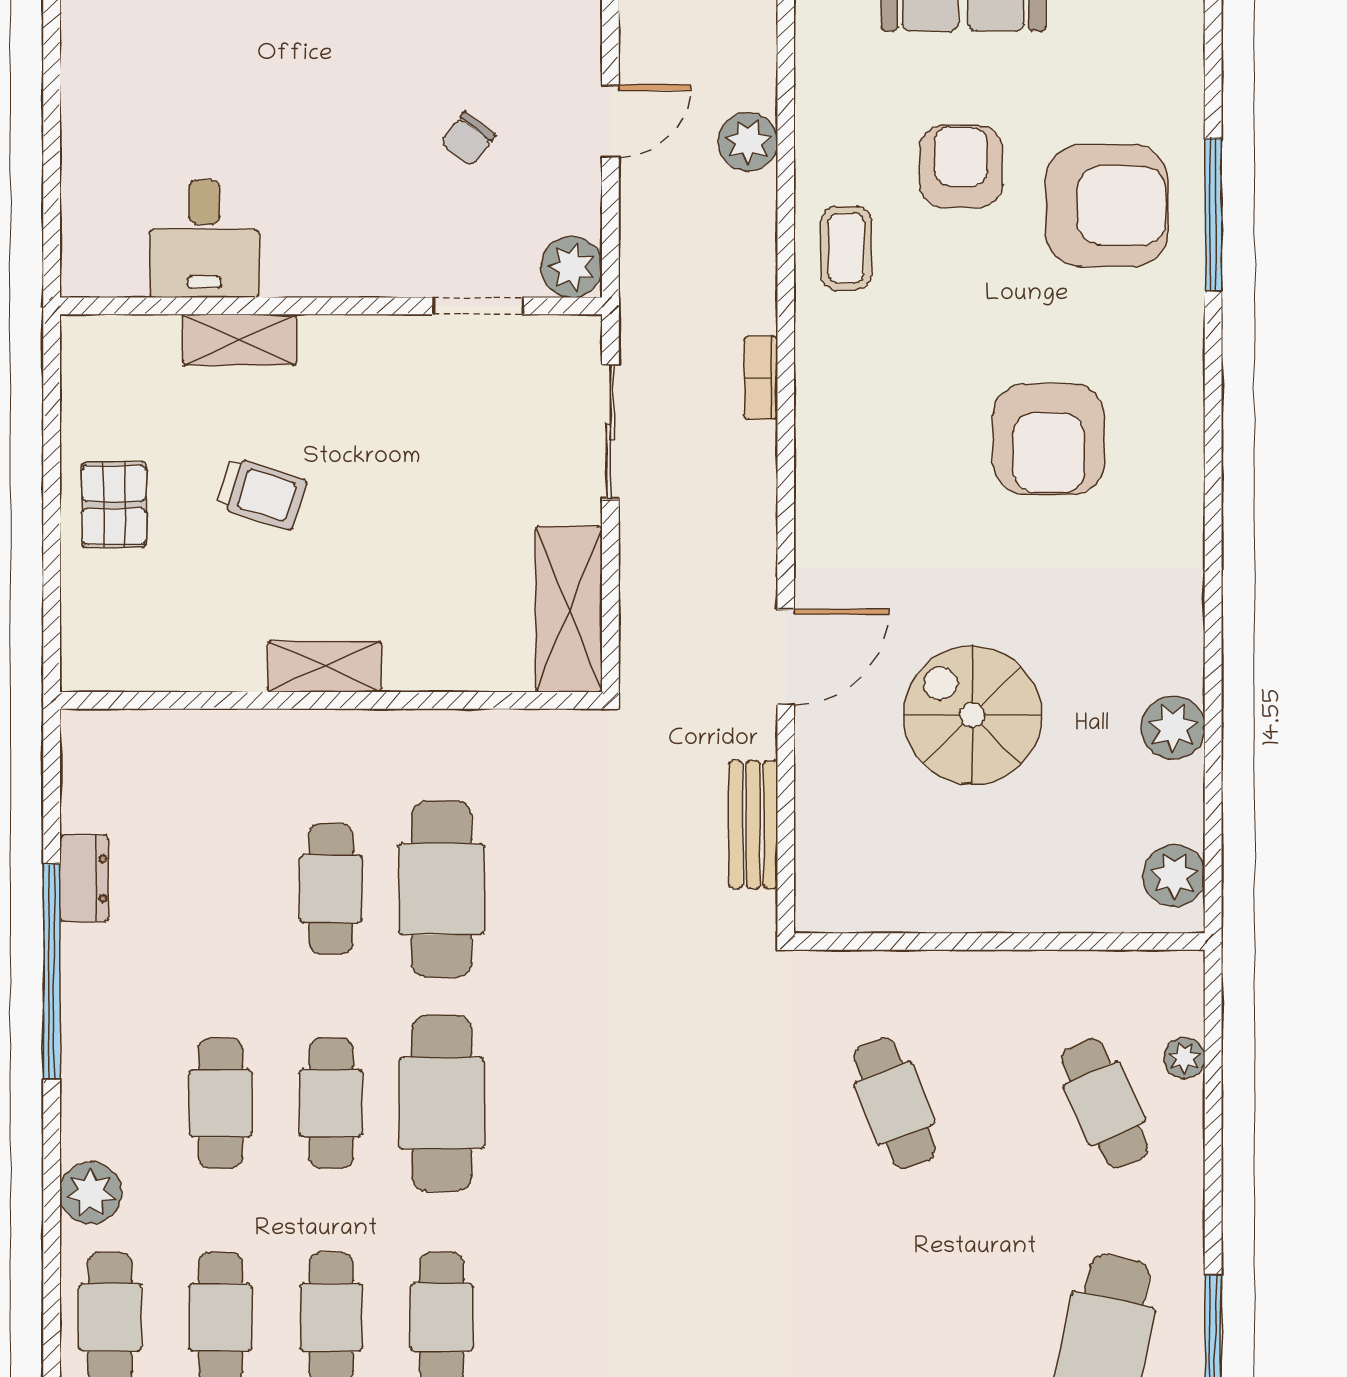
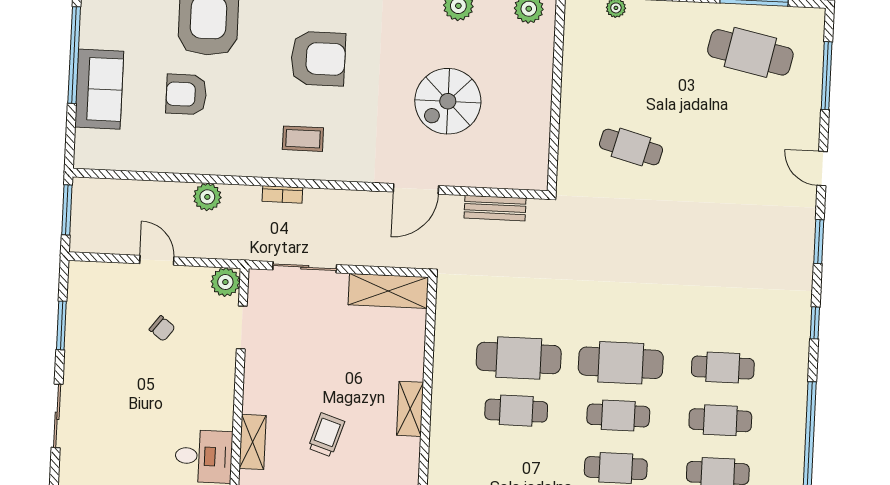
plant: (748, 142) -> (207, 197), moved
coffee table: (846, 248) -> (303, 139), moved
door: (786, 657) -> (416, 189), swing flipped
cafe table: (894, 1103) -> (631, 147), turned 36
cafe table: (1104, 1103) -> (636, 47), removed

